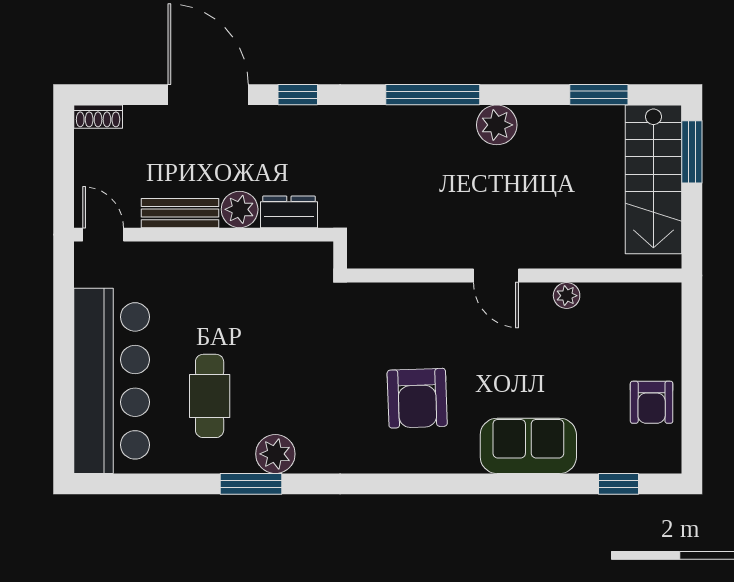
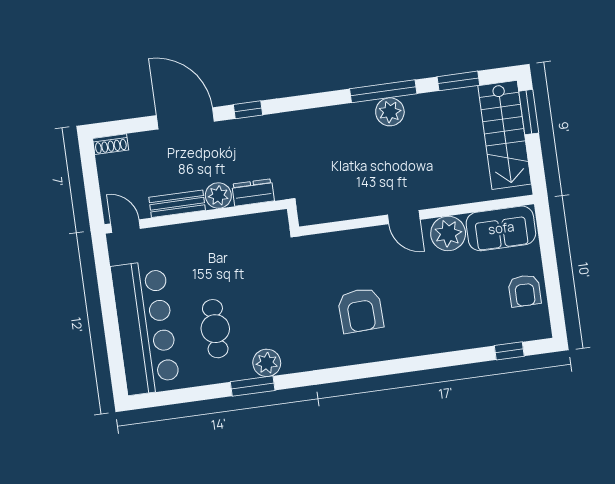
window: (433, 95) -> (383, 91), moved
plant: (567, 296) -> (448, 233), width x1.88, depth x1.88
sofa: (528, 446) -> (501, 228), moved, turned 180

